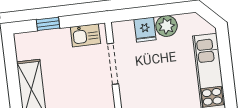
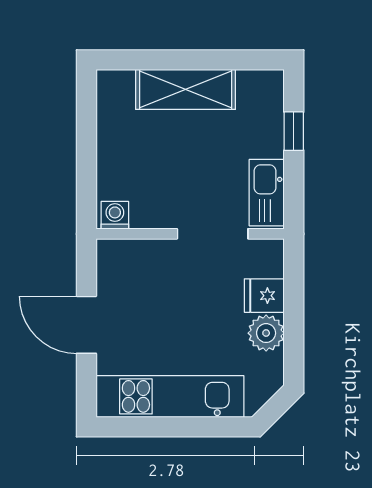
kitchen sink: (85, 35) -> (267, 193), width x1.38

